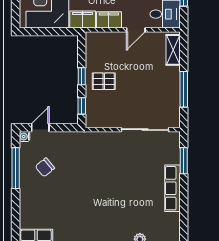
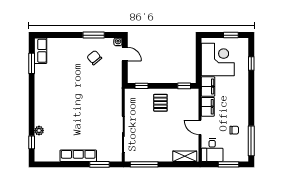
window: (82, 76) -> (184, 86), moved
window: (184, 89) -> (144, 164), moved
window: (16, 168) -> (94, 35), width x0.69

